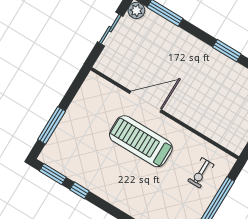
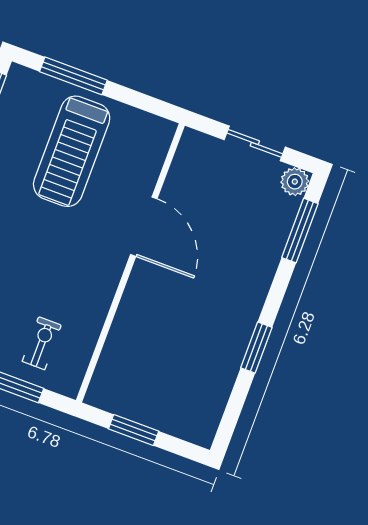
treadmill: (141, 141) -> (72, 151), moved, turned 180
exercise bike: (201, 173) -> (42, 343), turned 90

